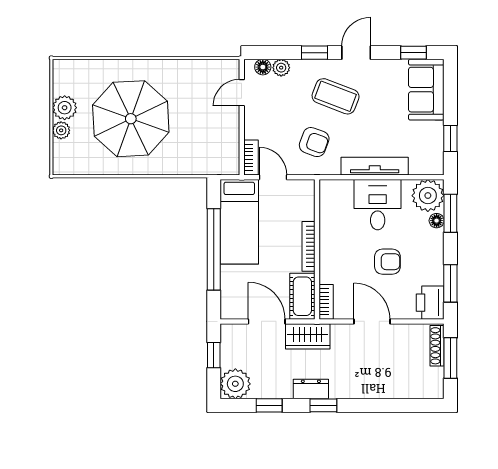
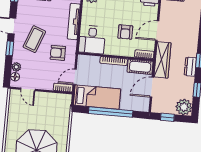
armchair: (314, 142) -> (58, 53), turned -110
desk: (378, 205) -> (92, 40), moved, turned -90
armchair: (387, 262) -> (125, 32), moved, turned 180
wardrobe: (308, 336) -> (162, 60), width x1.50

